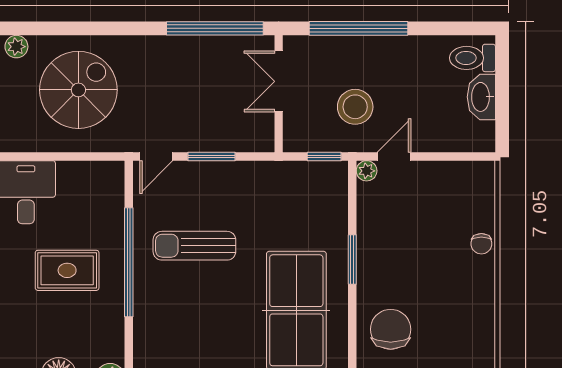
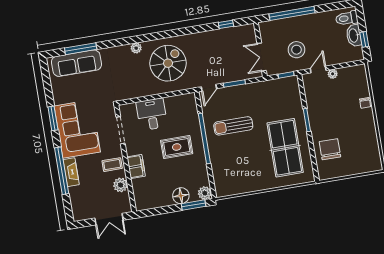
window: (215, 28) -> (226, 24), width x0.32
double door: (279, 81) -> (262, 57), moved
window: (502, 109) -> (364, 39), added
plant: (367, 171) -> (333, 74), moved

